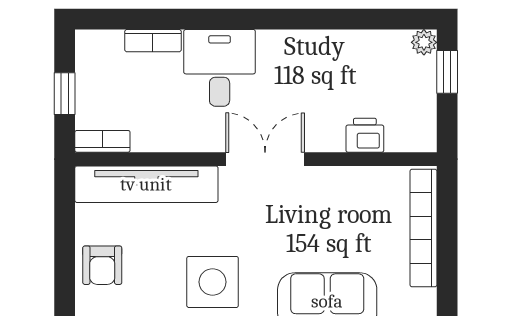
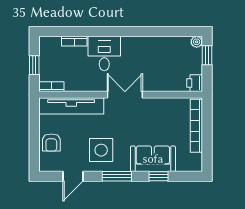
printer: (365, 135) -> (195, 83), moved, turned -90

